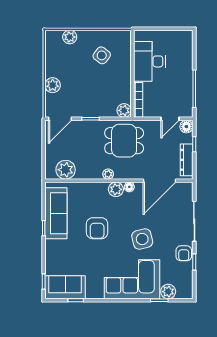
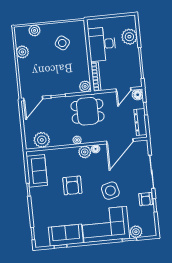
plant: (183, 56) -> (129, 37), added
plant: (53, 85) -> (22, 52), moved
sofa: (56, 213) -> (37, 171), width x0.73
sofa: (65, 287) -> (66, 235), moved

